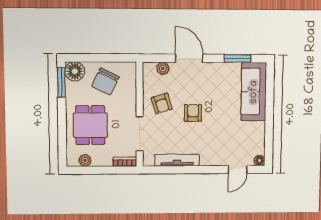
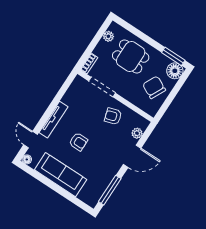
window: (237, 58) -> (110, 190), width x1.44
sofa: (254, 92) -> (61, 175), moved
armchair: (193, 113) -> (78, 142), moved
tv unit: (177, 160) -> (53, 120), moved

